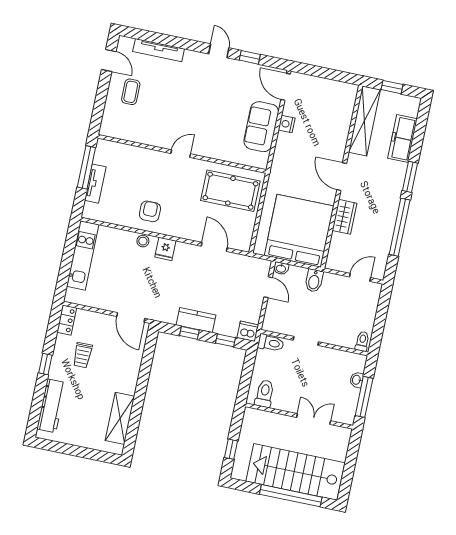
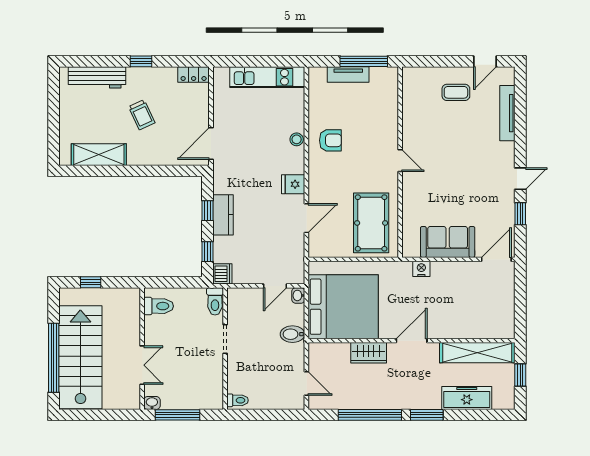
nightstand: (287, 124) -> (421, 269), moved
fridge: (165, 249) -> (293, 184), moved
trolley: (82, 355) -> (142, 115), moved, turned -115
washbasin: (357, 380) -> (152, 403), moved

